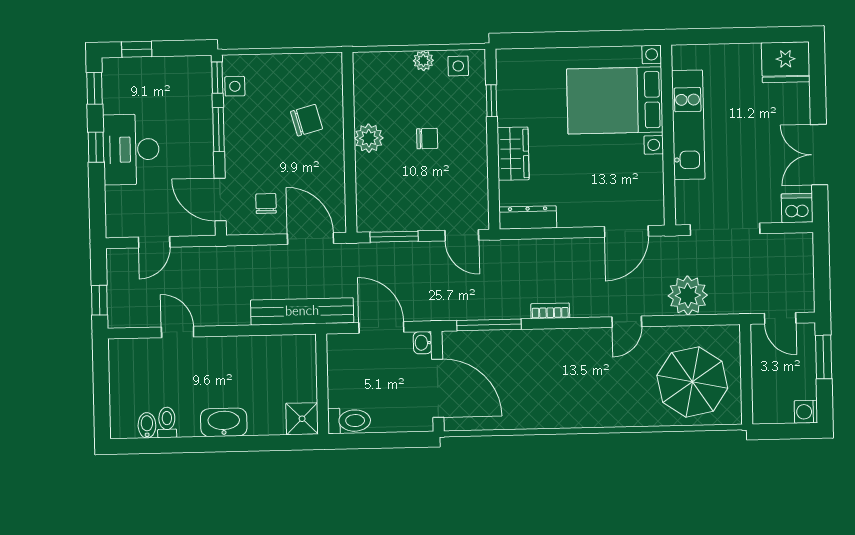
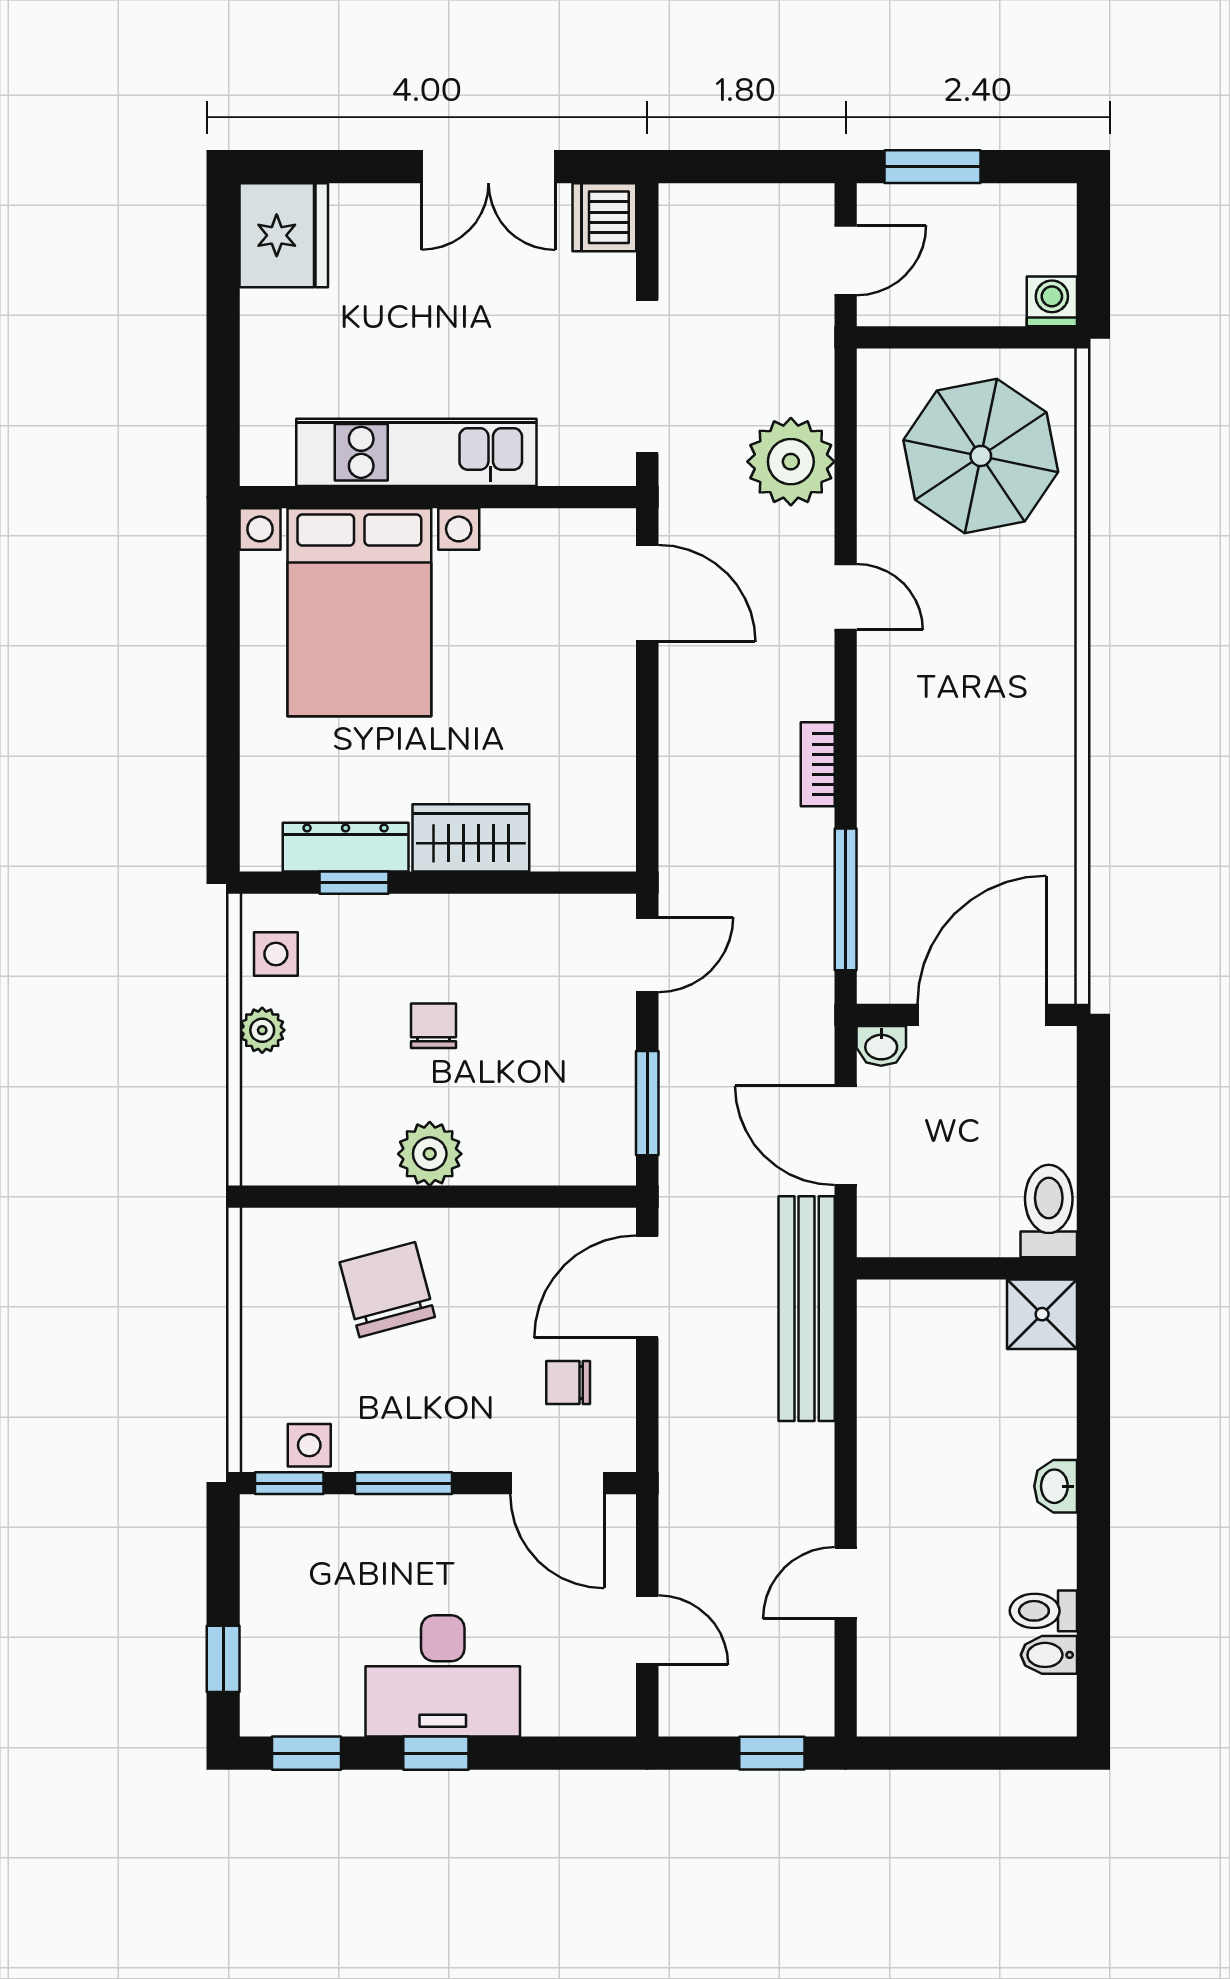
chair: (306, 120) -> (387, 1290), width x1.37, depth x1.37
door: (220, 200) -> (557, 1483), hinge flipped
dresser: (528, 217) -> (346, 847), moved, turned 90
door: (381, 327) -> (846, 1136), hinge flipped
washing machine: (806, 412) -> (1052, 301), moved, turned 180
washbasin: (224, 422) -> (1056, 1486), width x0.52, depth x0.69

